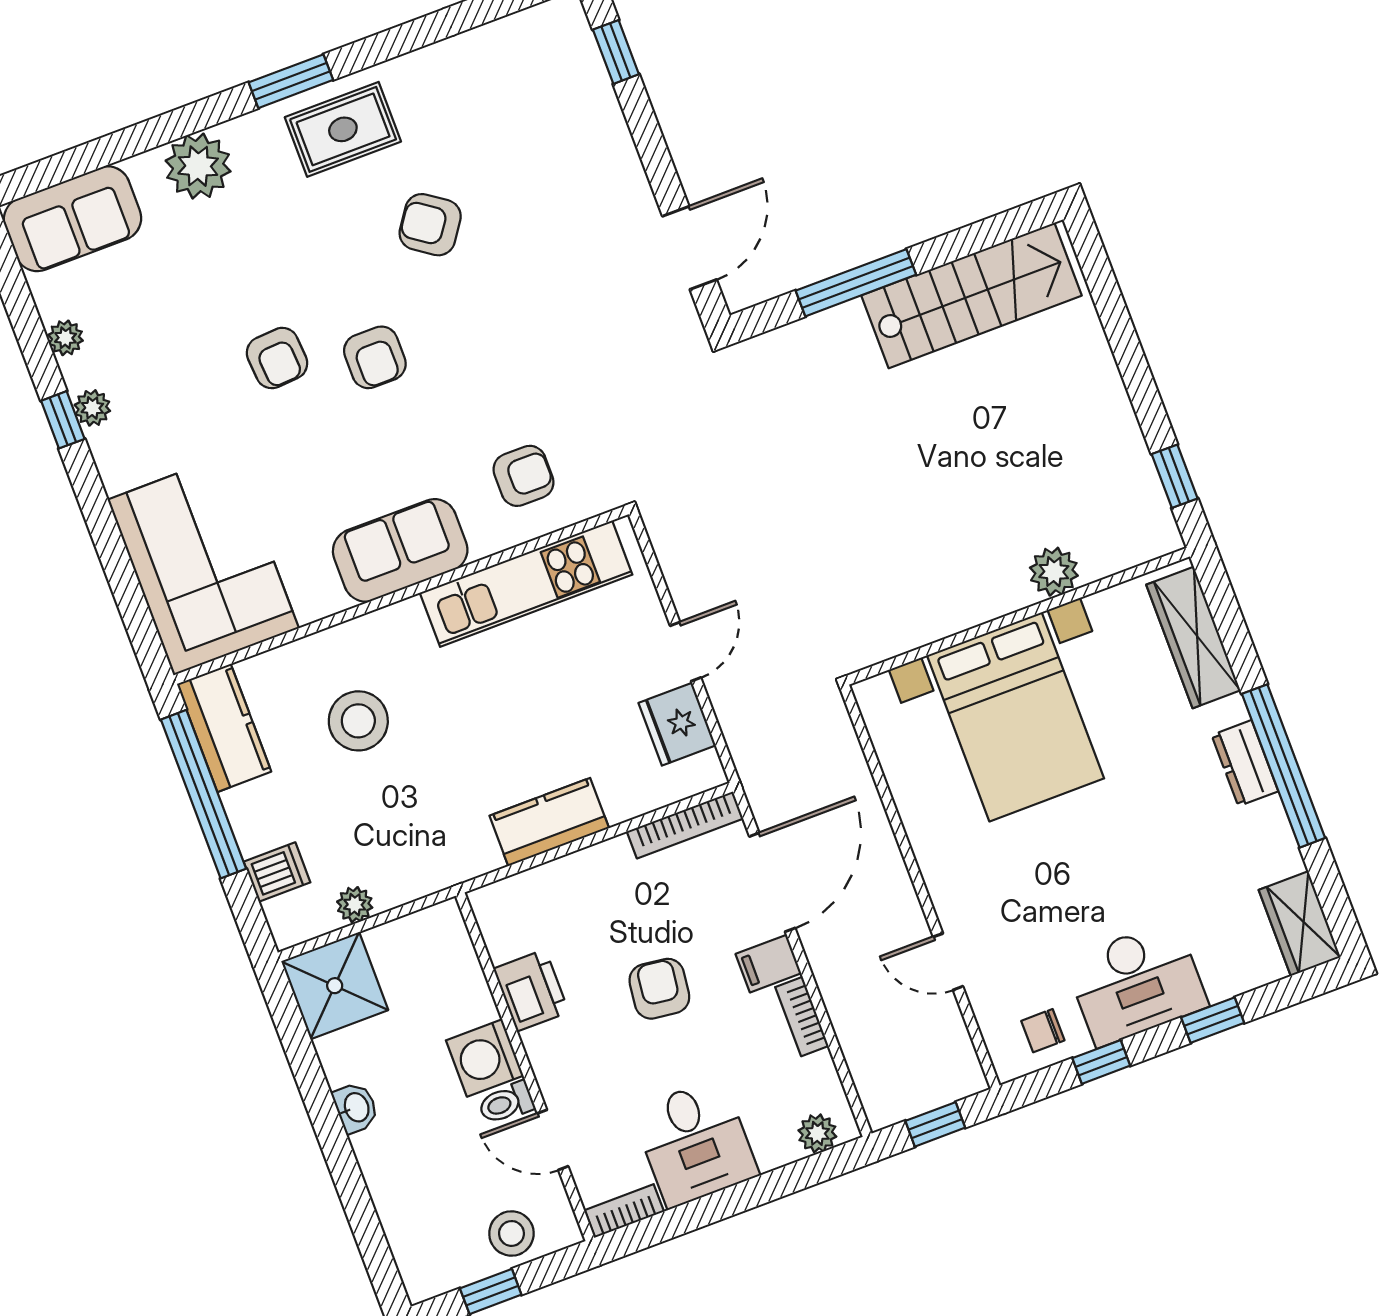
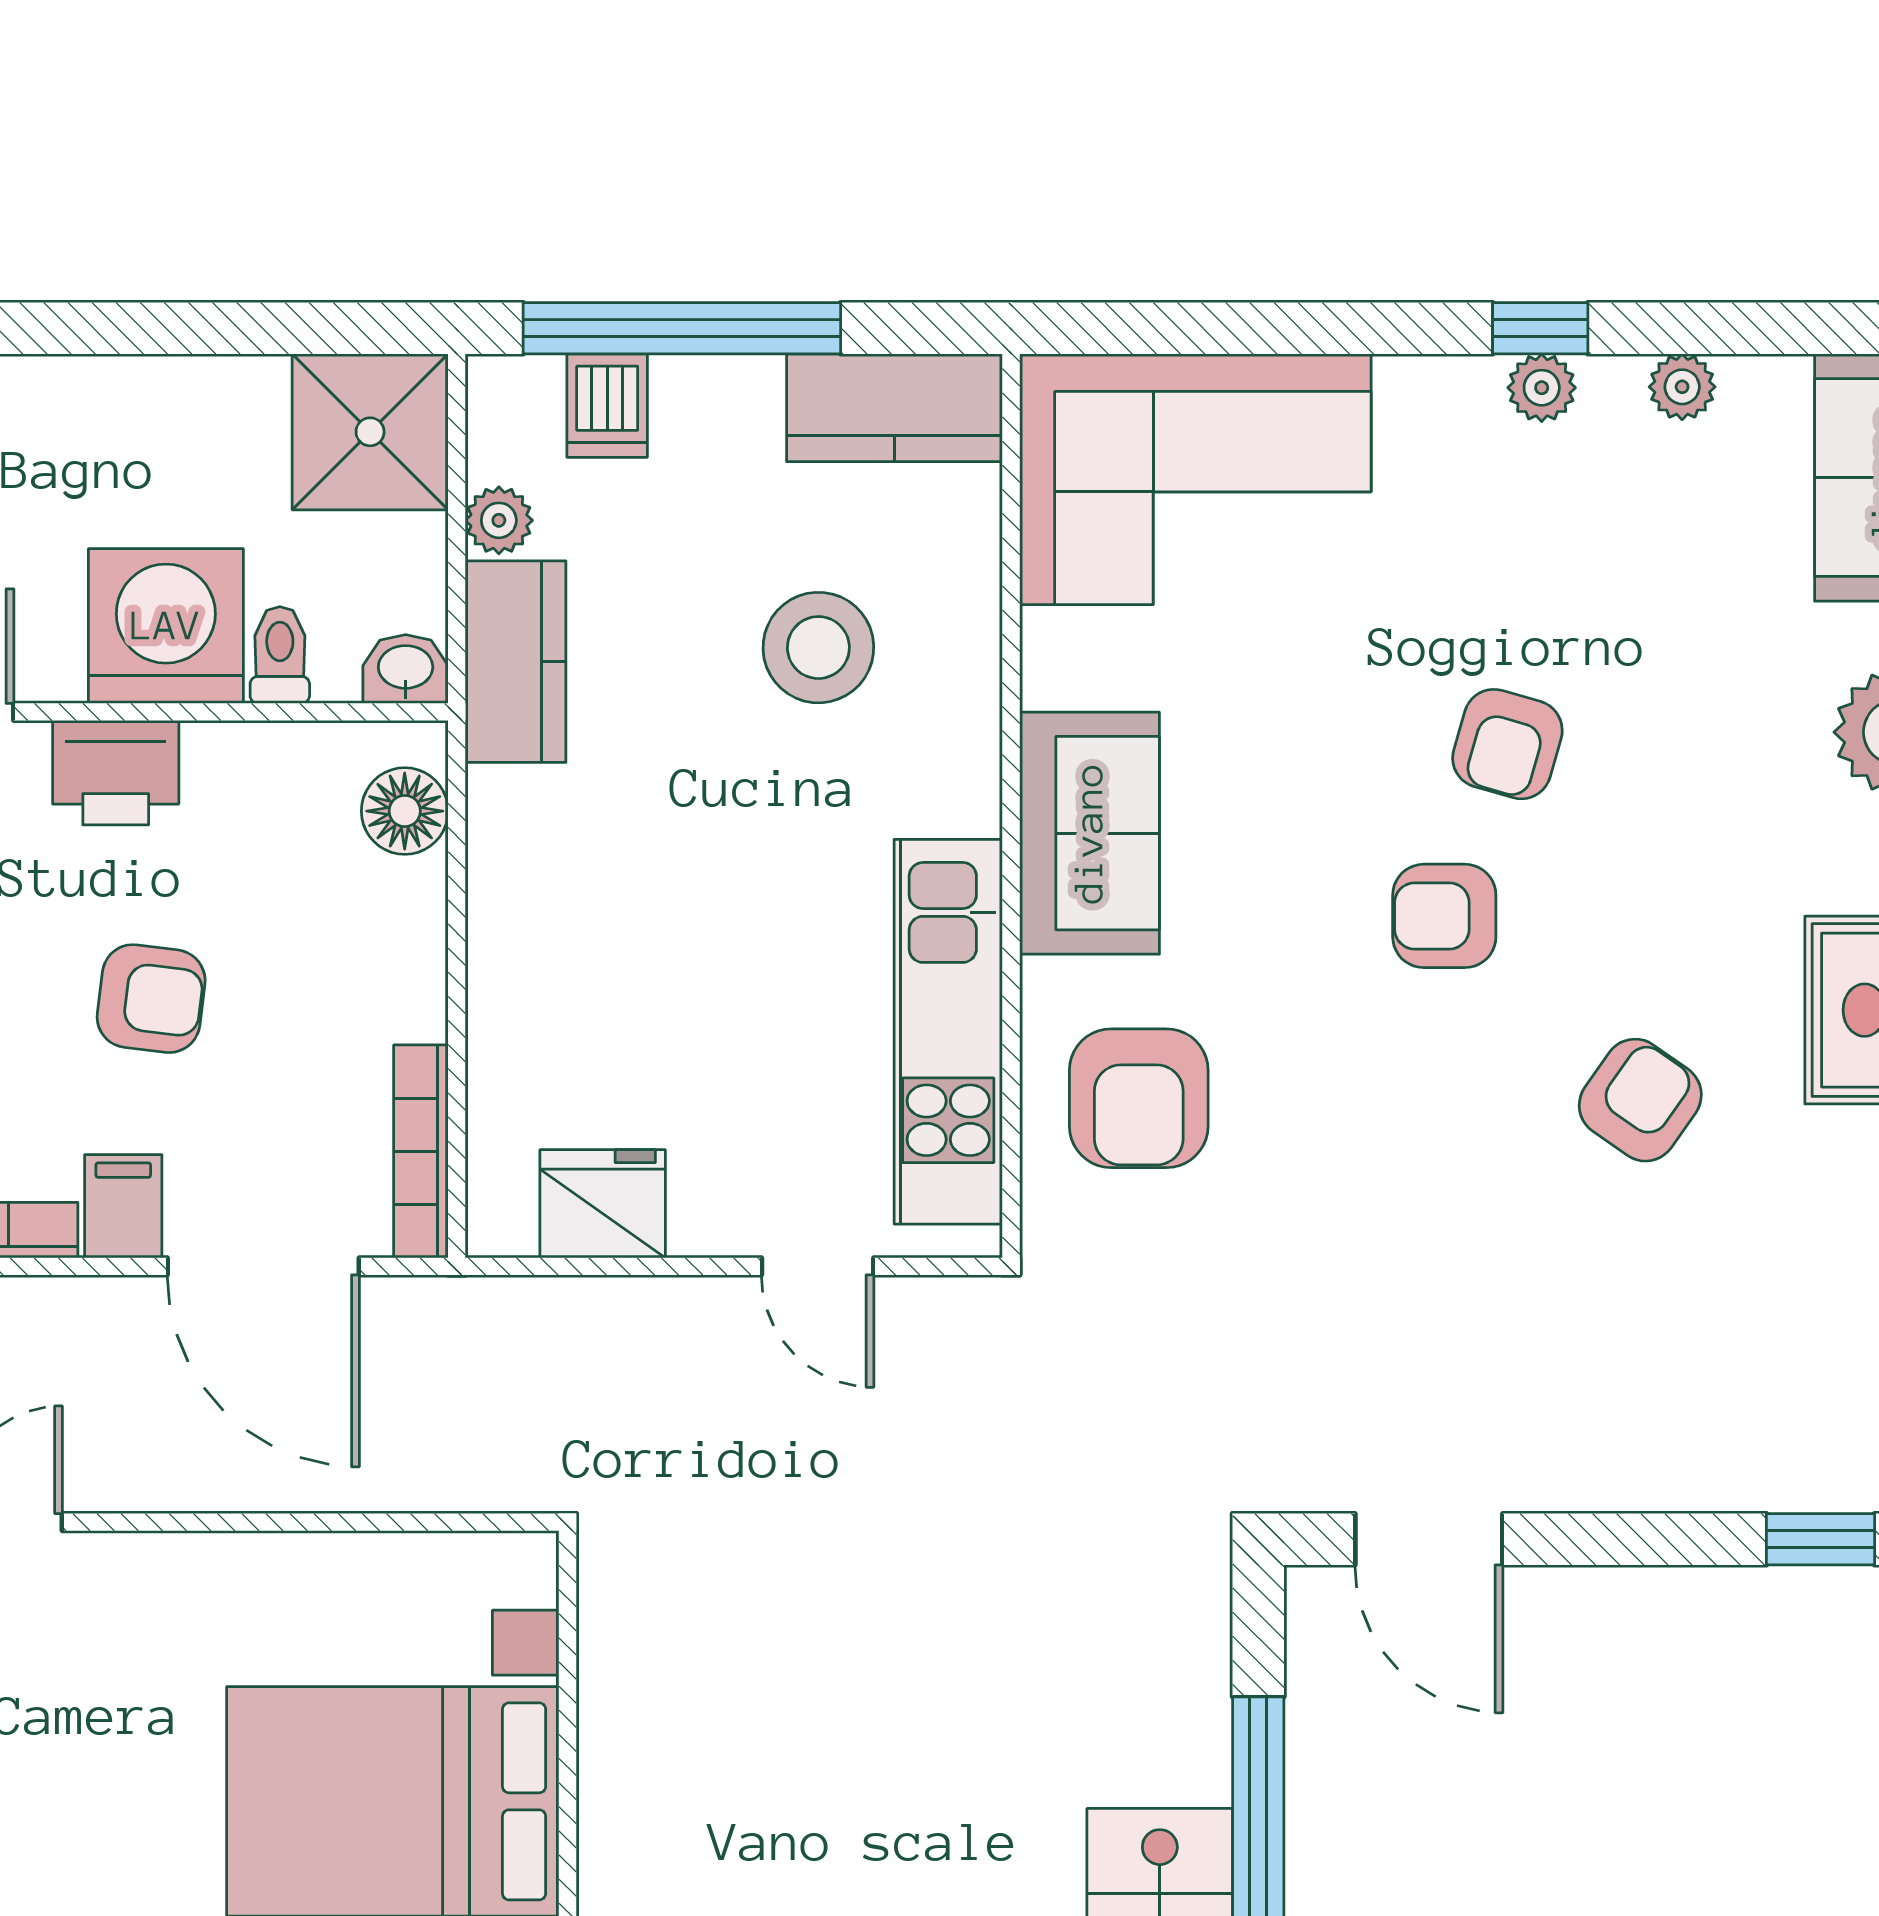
armchair: (277, 358) -> (1507, 744), turned -70
armchair: (523, 476) -> (1139, 1098), width x1.38, depth x1.38
door: (685, 652) -> (818, 1266), moved
window: (204, 794) -> (682, 328), moved
kitchen counter: (549, 822) -> (516, 662), moved
floor lamp: (518, 897) -> (405, 811), added
printer: (531, 990) -> (116, 773), moved
washing machine: (485, 1058) -> (166, 626), width x1.37, depth x1.37
toilet: (506, 1103) -> (280, 655), moved
washbasin: (356, 1108) -> (406, 669), moved, turned 180

